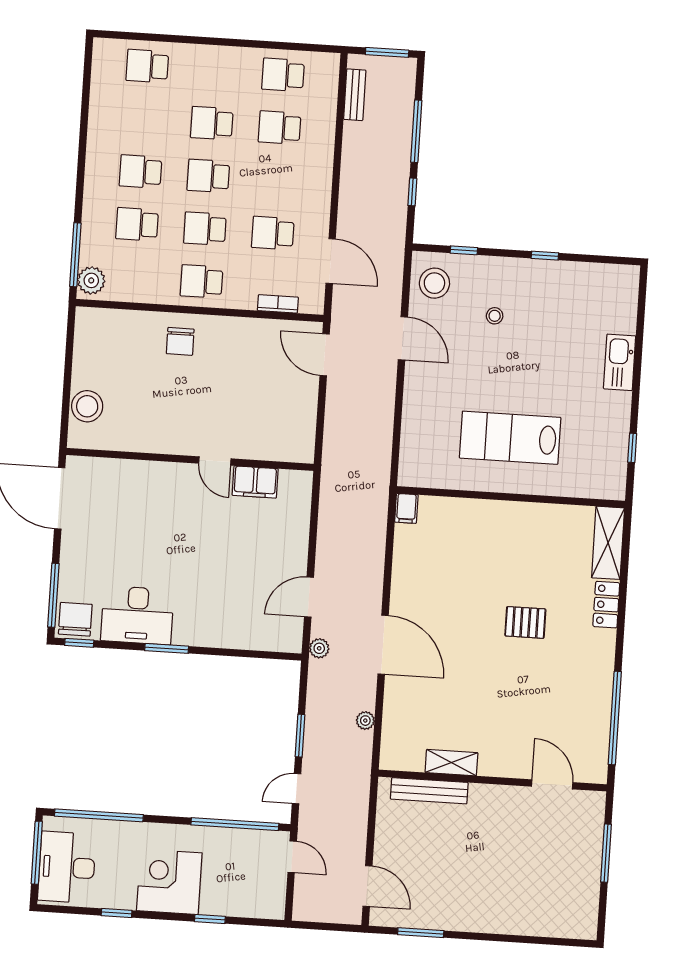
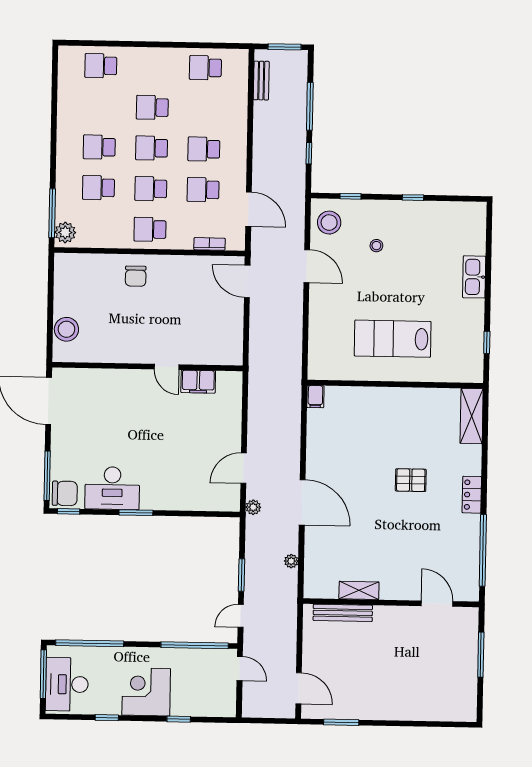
school desk: (280, 128) -> (204, 149), moved
locker: (606, 605) -> (472, 495), moved
chair: (75, 619) -> (65, 493), turned 90

